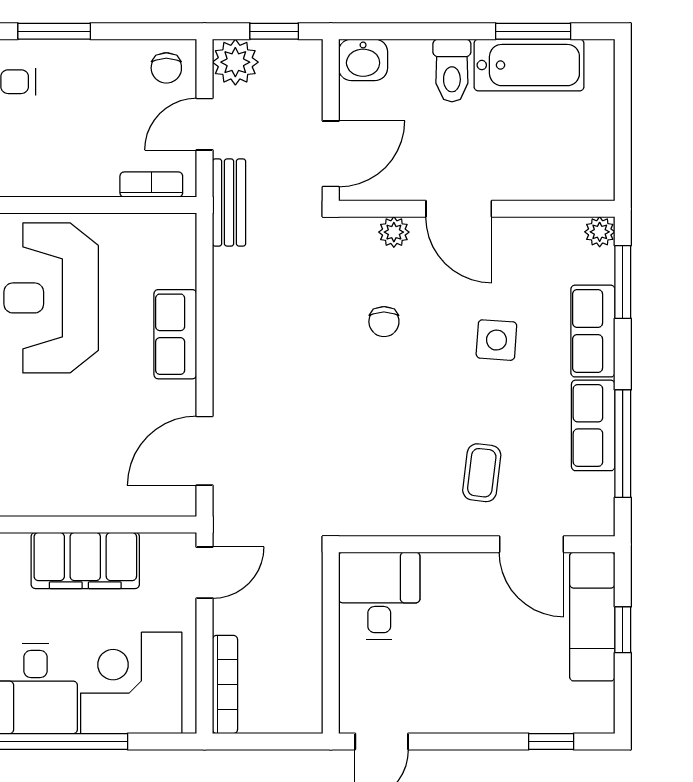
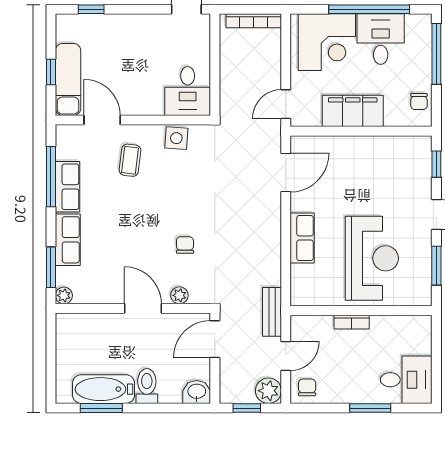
bookcase: (151, 184) -> (352, 322), moved
side table: (496, 340) -> (176, 138), moved
bookcase: (225, 684) -> (254, 21), moved, turned -90

